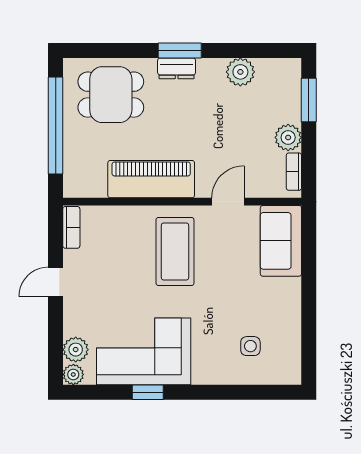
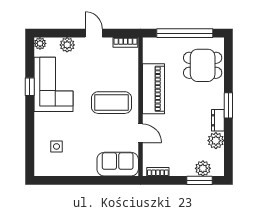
dresser: (177, 68) -> (218, 120), moved
dining table: (111, 95) -> (203, 65), turned 90
plant: (288, 137) -> (203, 168), moved
plant: (76, 350) -> (67, 45), moved

